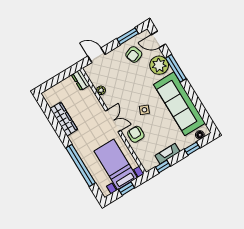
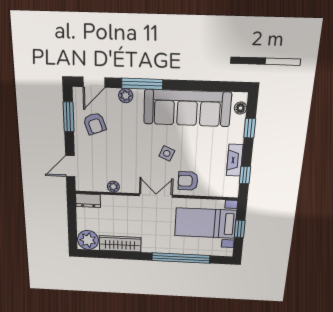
plant: (159, 65) -> (126, 96), width x0.53, depth x0.53
plant: (52, 96) -> (88, 240), added

